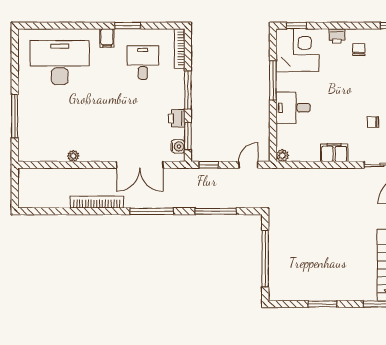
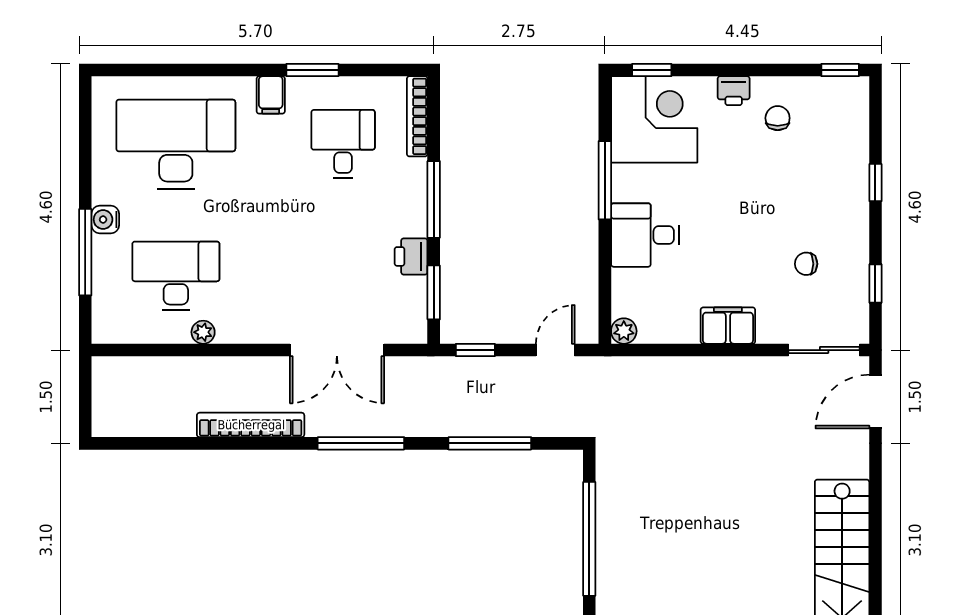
desk: (60, 128) -> (176, 276), added
water cooler: (178, 146) -> (105, 220), moved, turned 180

